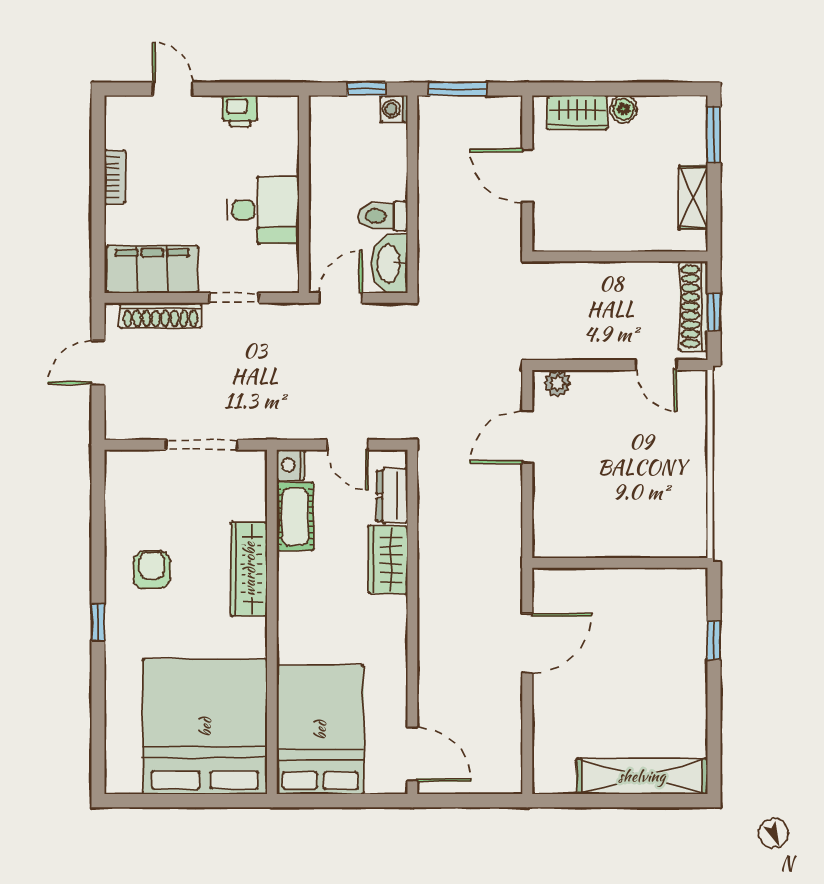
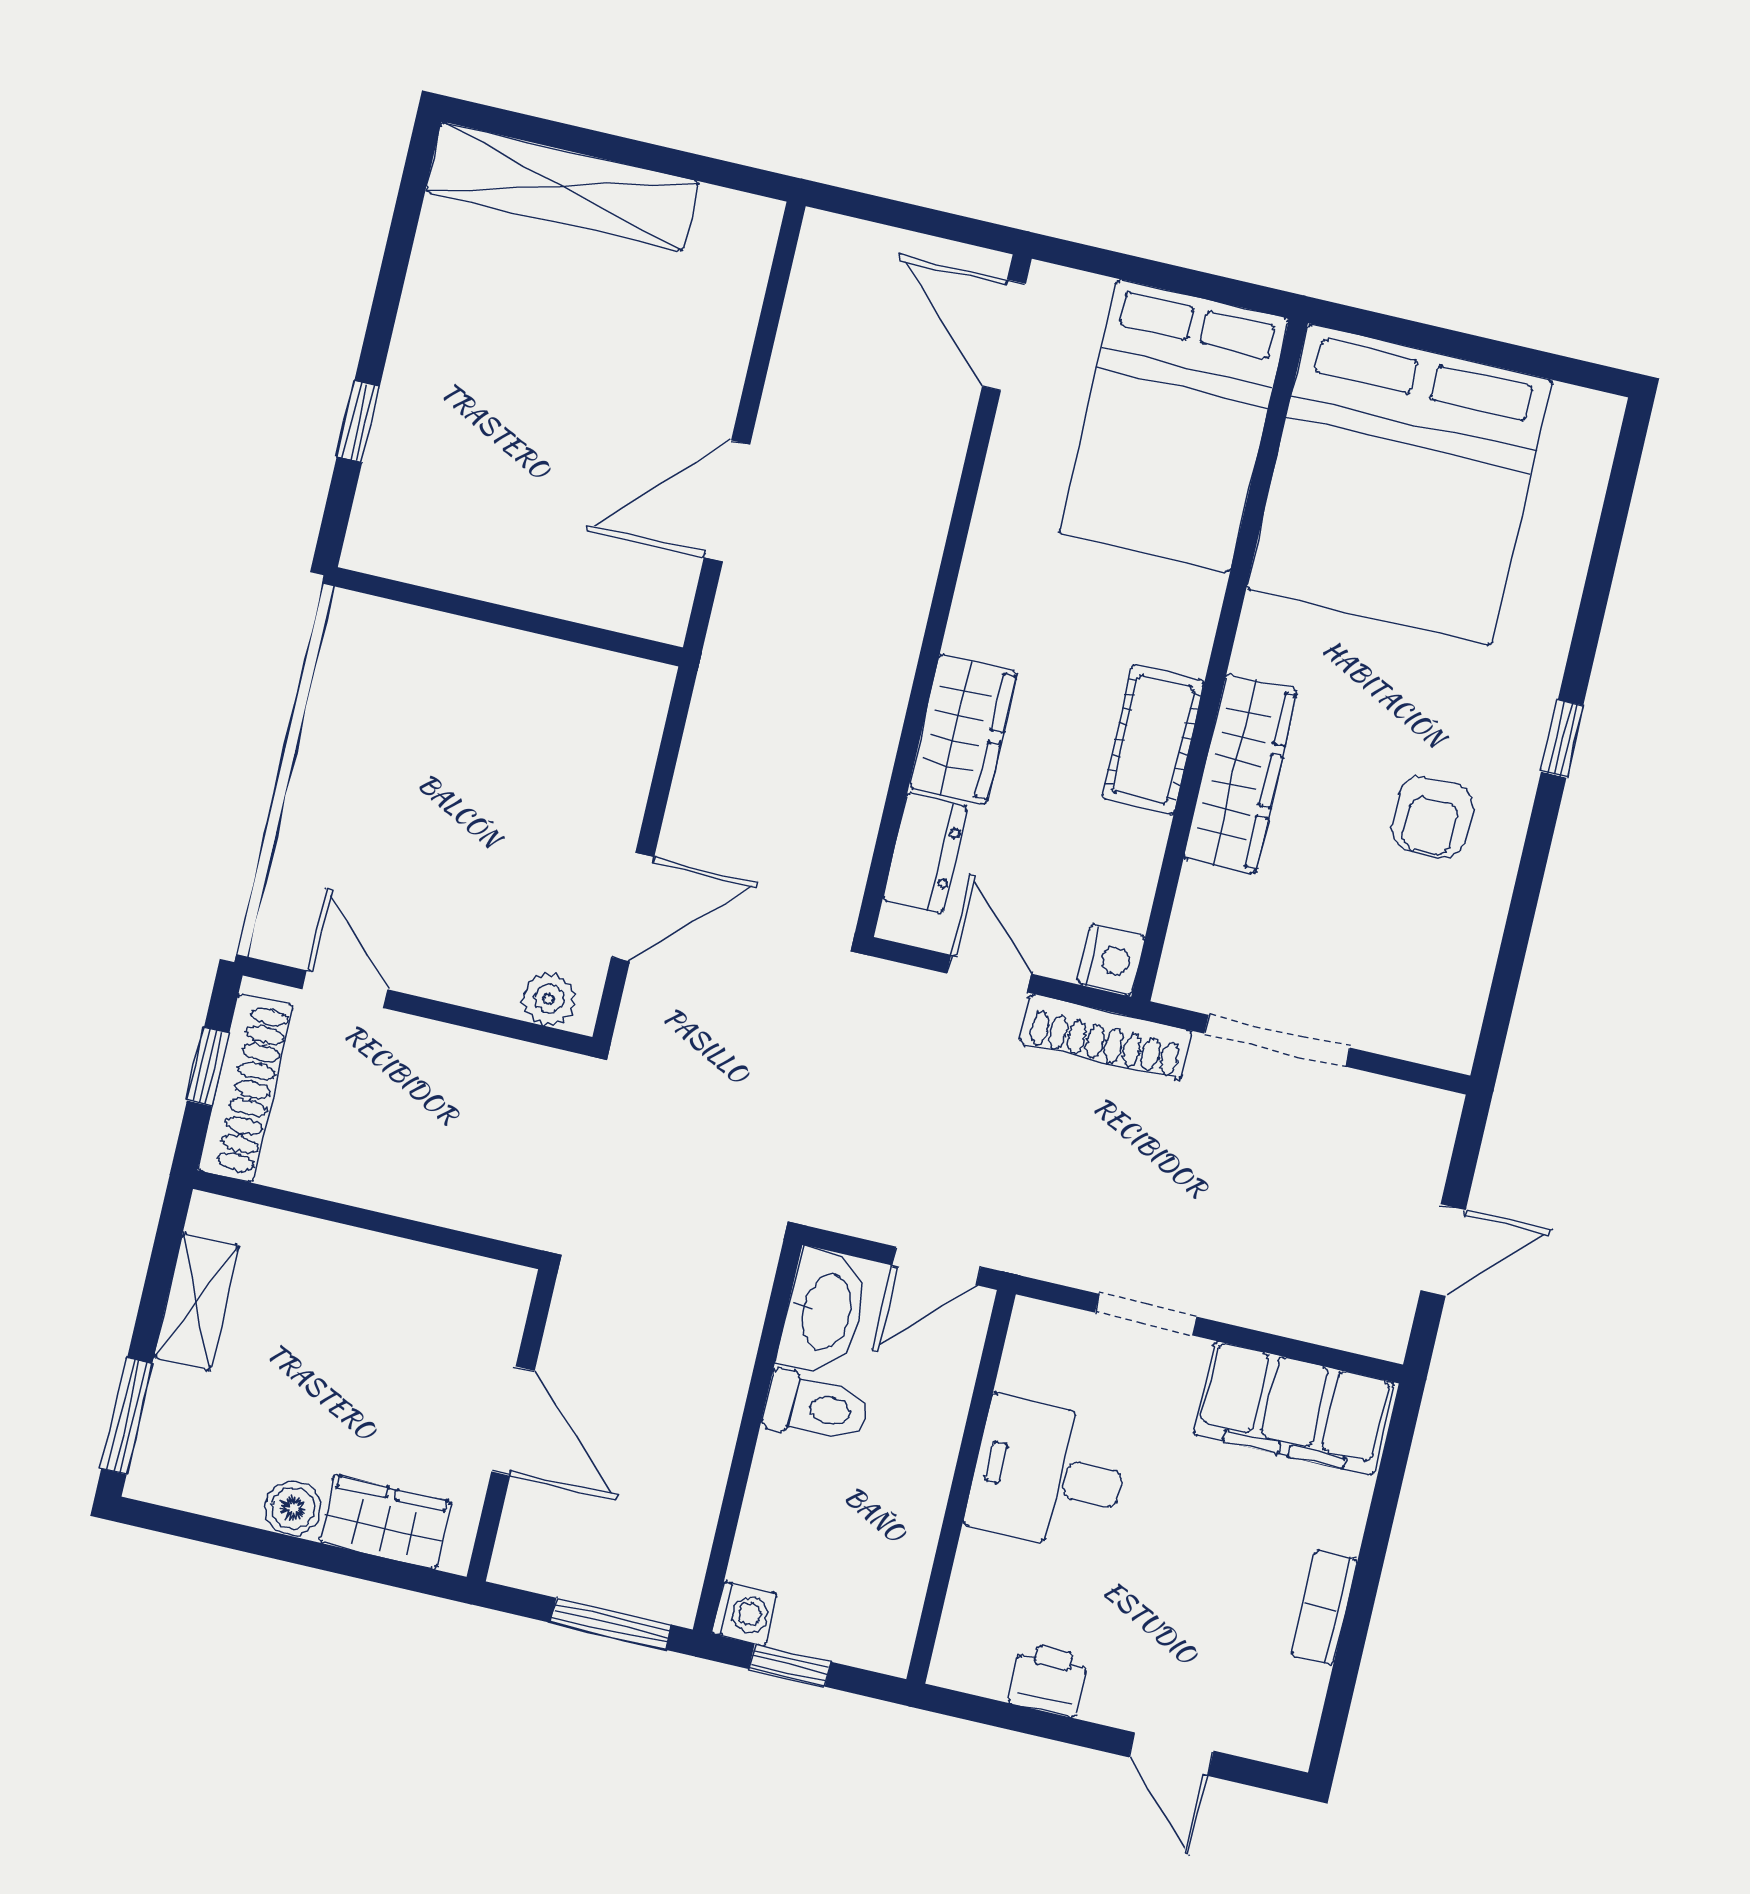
shoe rack: (160, 315) -> (1106, 1037), moved, turned 180
cot: (295, 517) -> (1153, 739), moved

